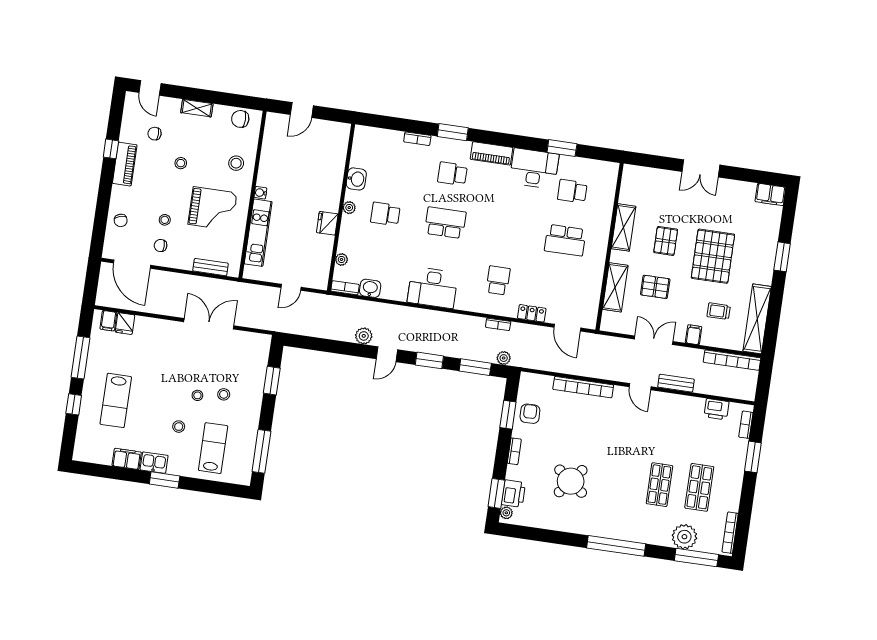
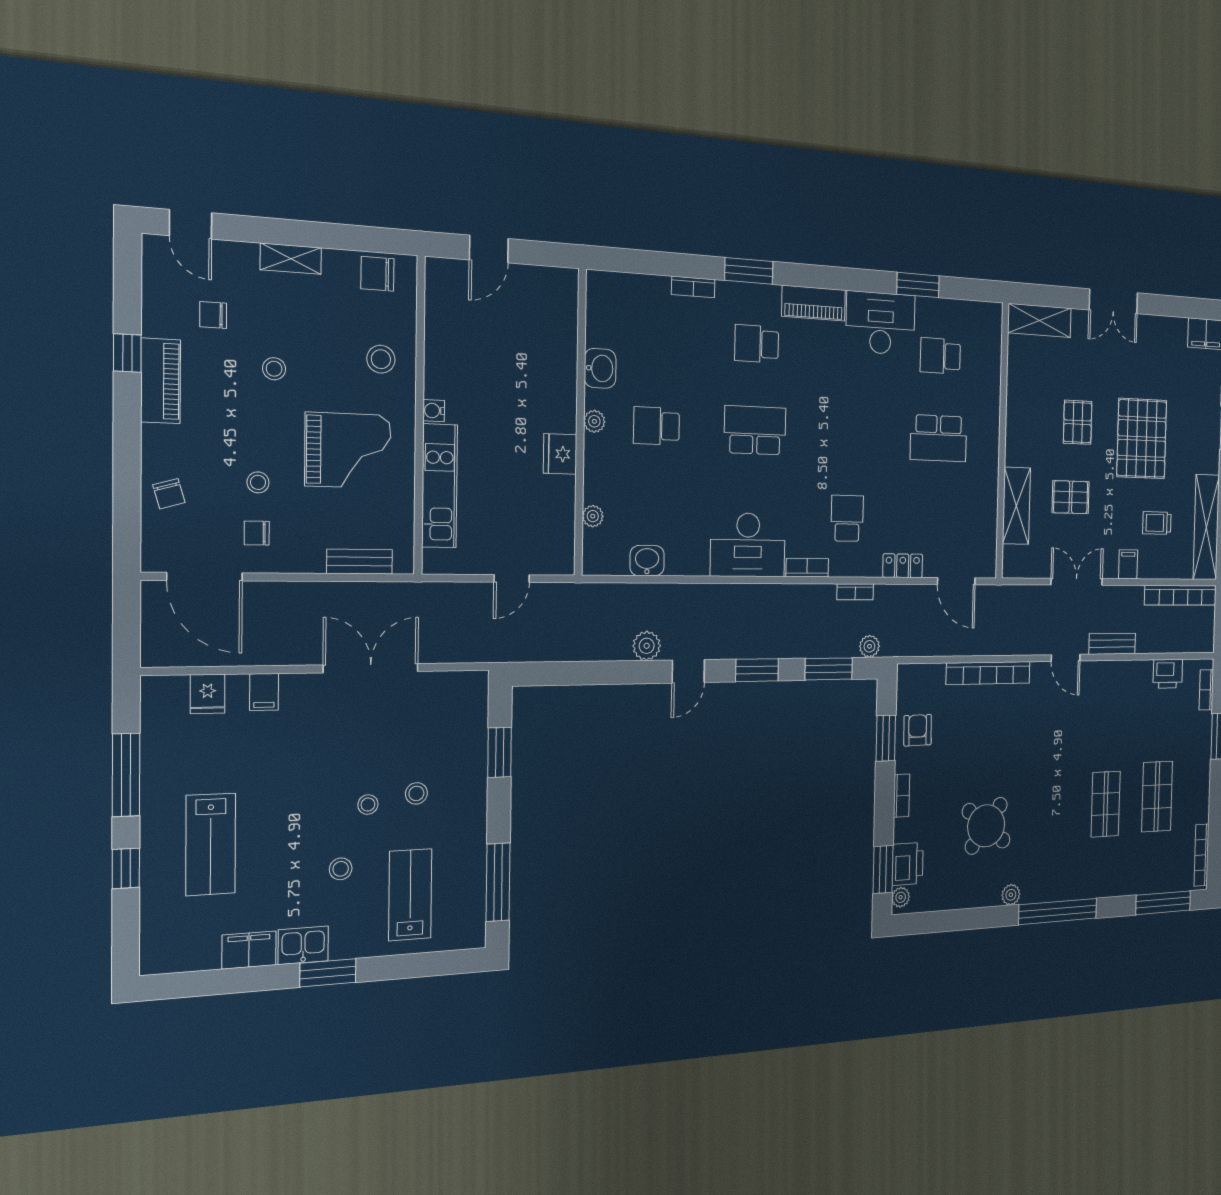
shelving: (624, 227) -> (1039, 320), moved, turned 90
bookcase: (345, 288) -> (807, 568), moved
filing cabinet: (108, 321) -> (264, 692), moved
plant: (684, 537) -> (1011, 895), moved, width x0.53, depth x0.53

